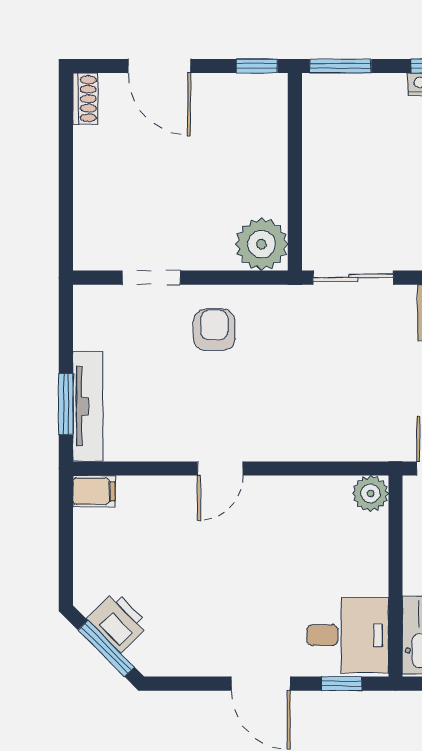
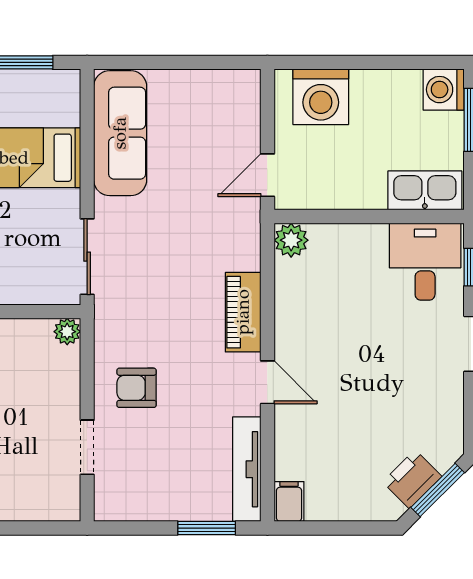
plant: (261, 244) -> (67, 332), width x0.53, depth x0.53
tv unit: (88, 406) -> (247, 469), moved, turned -90
piano: (294, 443) -> (243, 312), added

